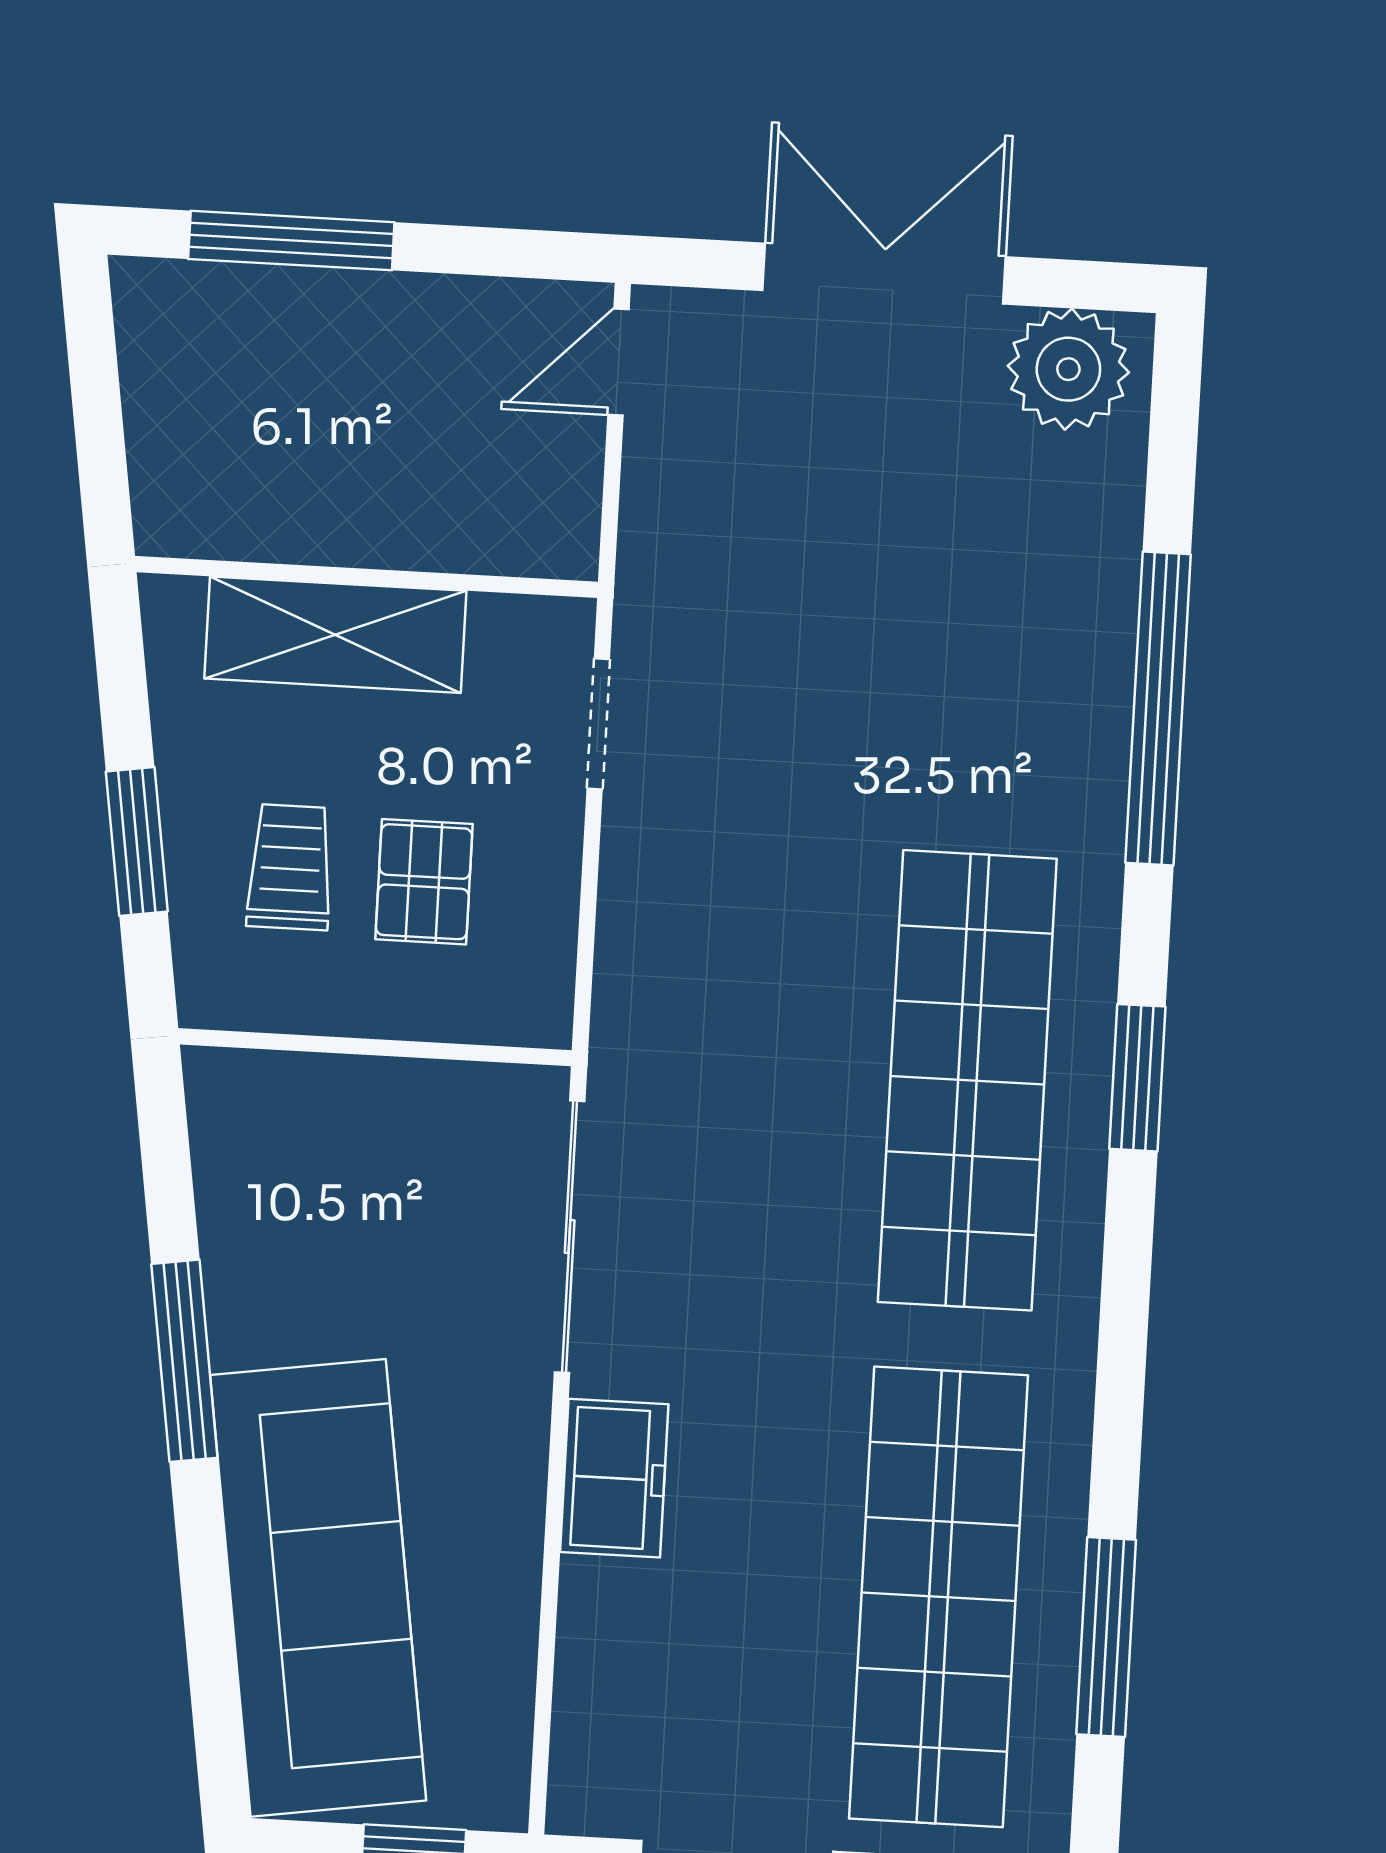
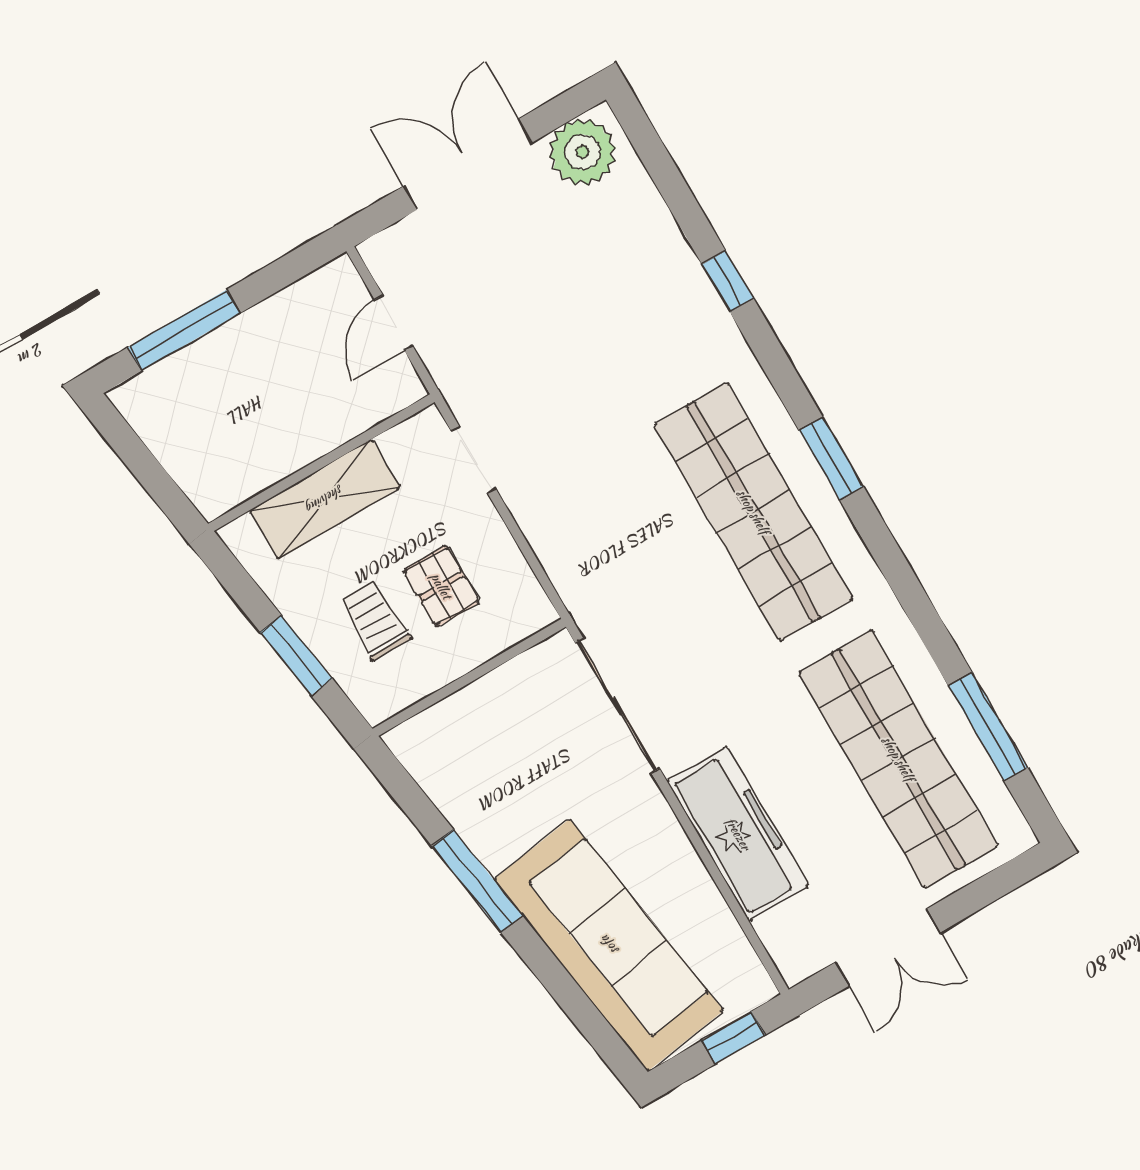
door: (618, 362) -> (394, 323), moved
window: (1158, 708) -> (728, 281), width x0.32
freezer: (614, 1478) -> (738, 834), width x1.91, depth x1.26

